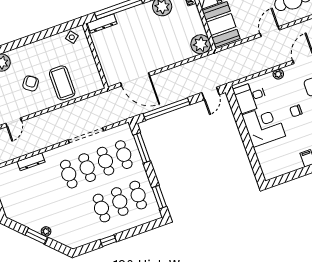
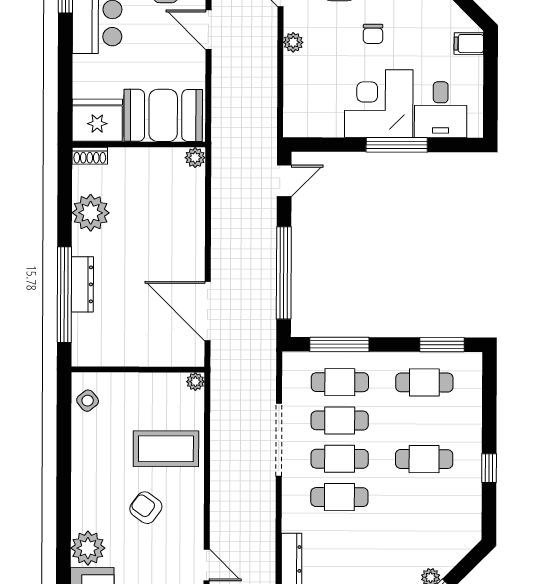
dresser: (102, 23) -> (82, 284), moved
plant: (201, 44) -> (195, 158), width x0.53, depth x0.53
door: (135, 79) -> (208, 311), swing flipped
plant: (99, 85) -> (195, 382), added
door: (210, 94) -> (284, 181), hinge flipped
desk: (250, 97) -> (441, 110), moved
window: (247, 141) -> (397, 145), added
cafe table: (120, 202) -> (424, 421), removed

